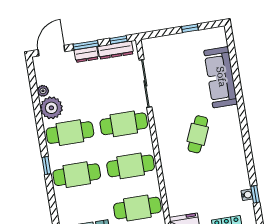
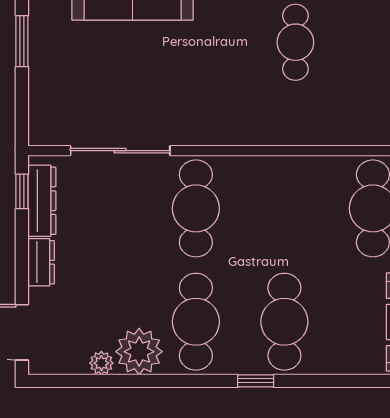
window: (190, 28) -> (22, 41), width x1.50
window: (86, 45) -> (22, 260), removed
cafe table: (198, 134) -> (295, 42), moved, turned 67
cafe table: (131, 166) -> (284, 208), removed

